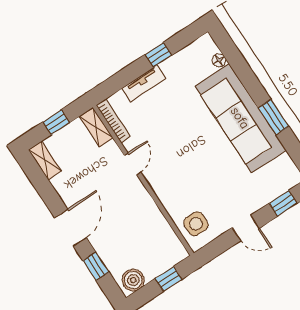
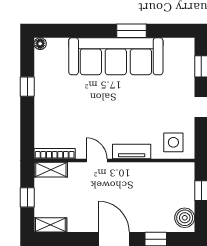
floor lamp: (219, 60) -> (40, 44), moved
tv unit: (144, 83) -> (132, 152), moved, turned -90

